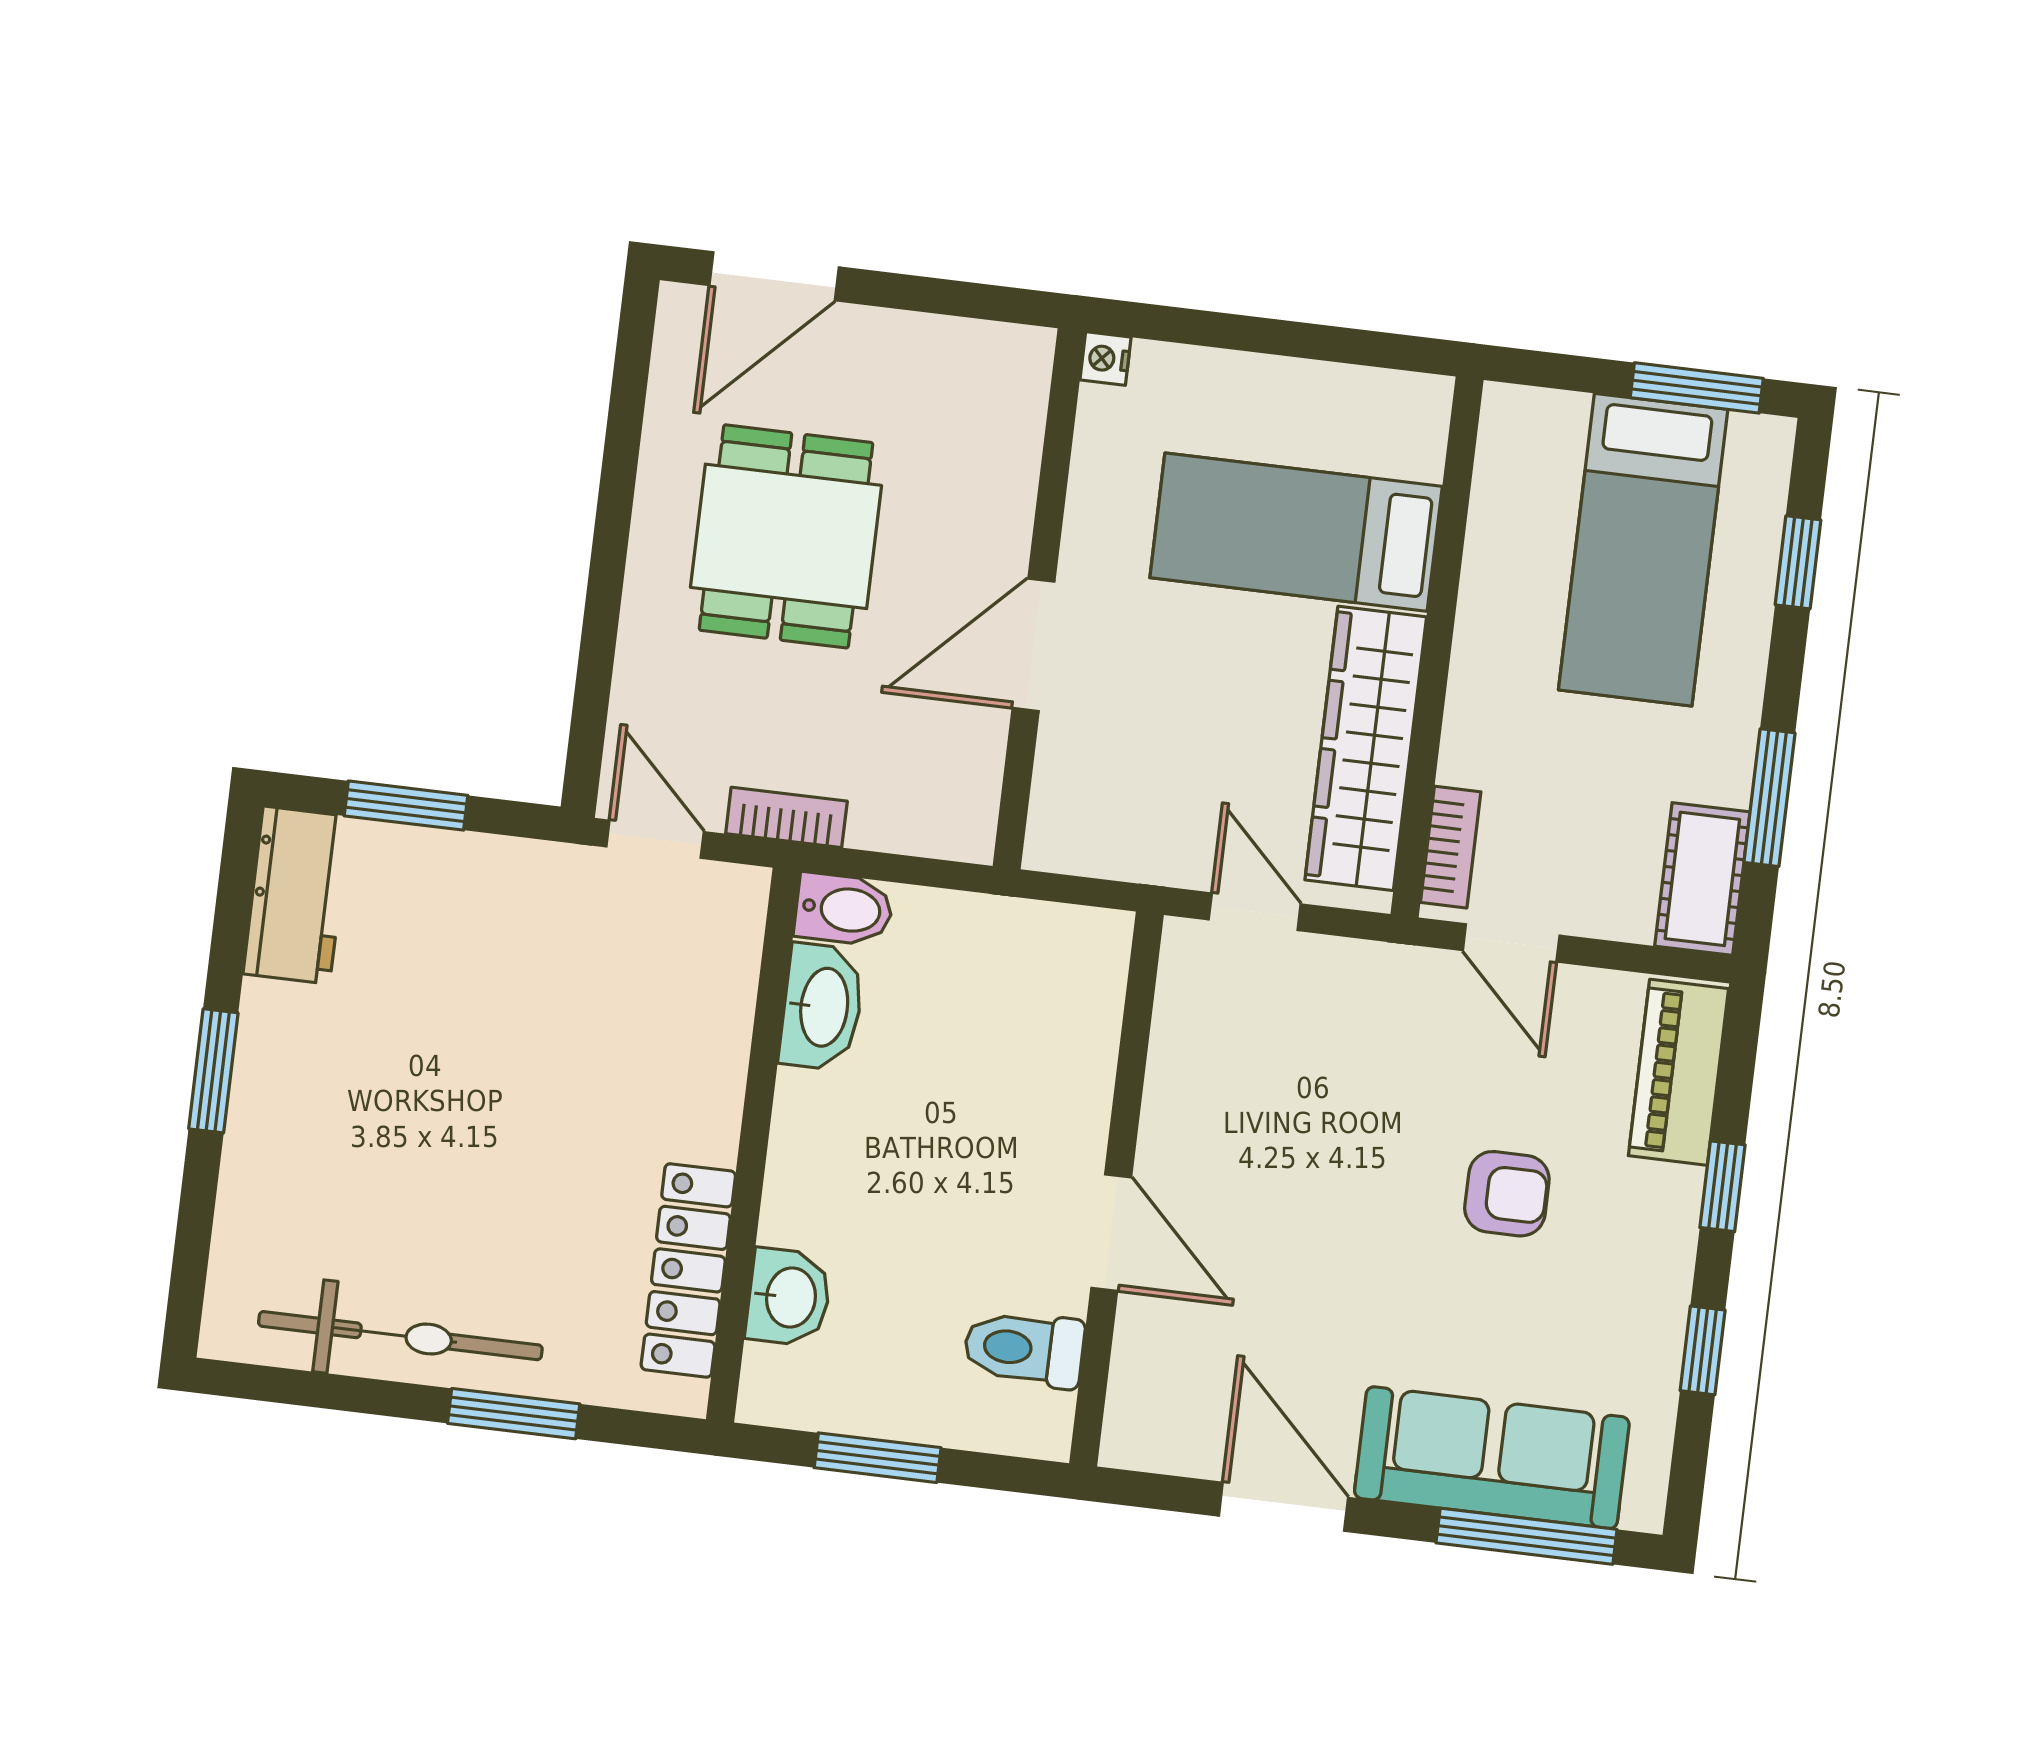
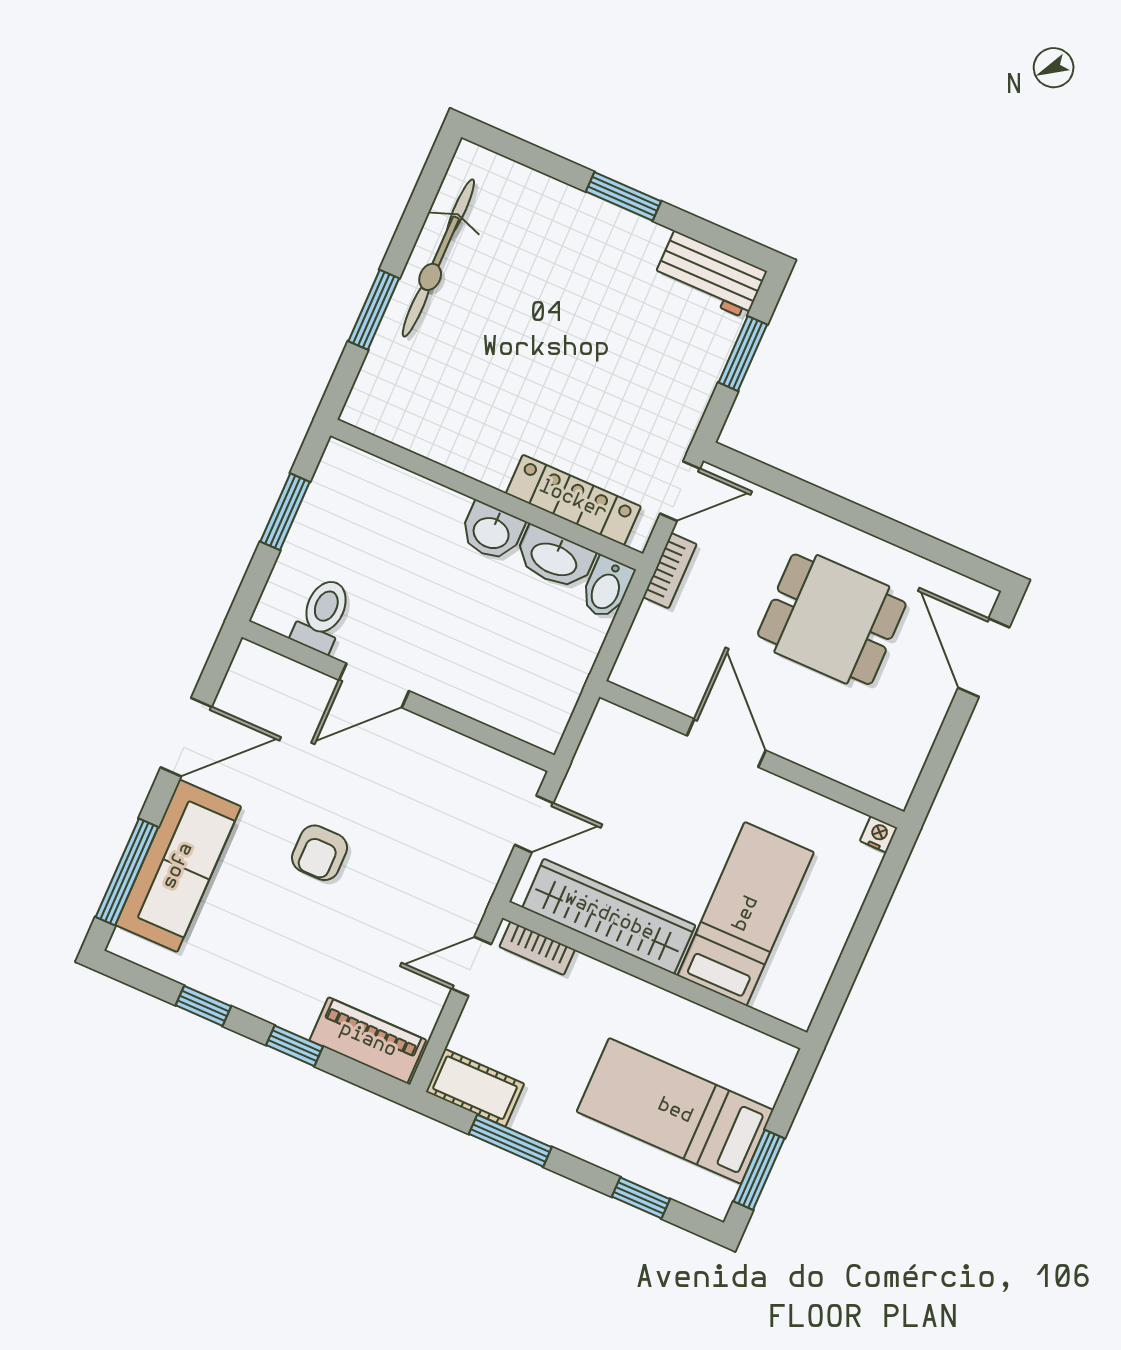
armchair: (1507, 1194) -> (320, 853), moved
locker: (688, 1270) -> (573, 500), moved
washbasin: (789, 1297) -> (492, 532), moved

